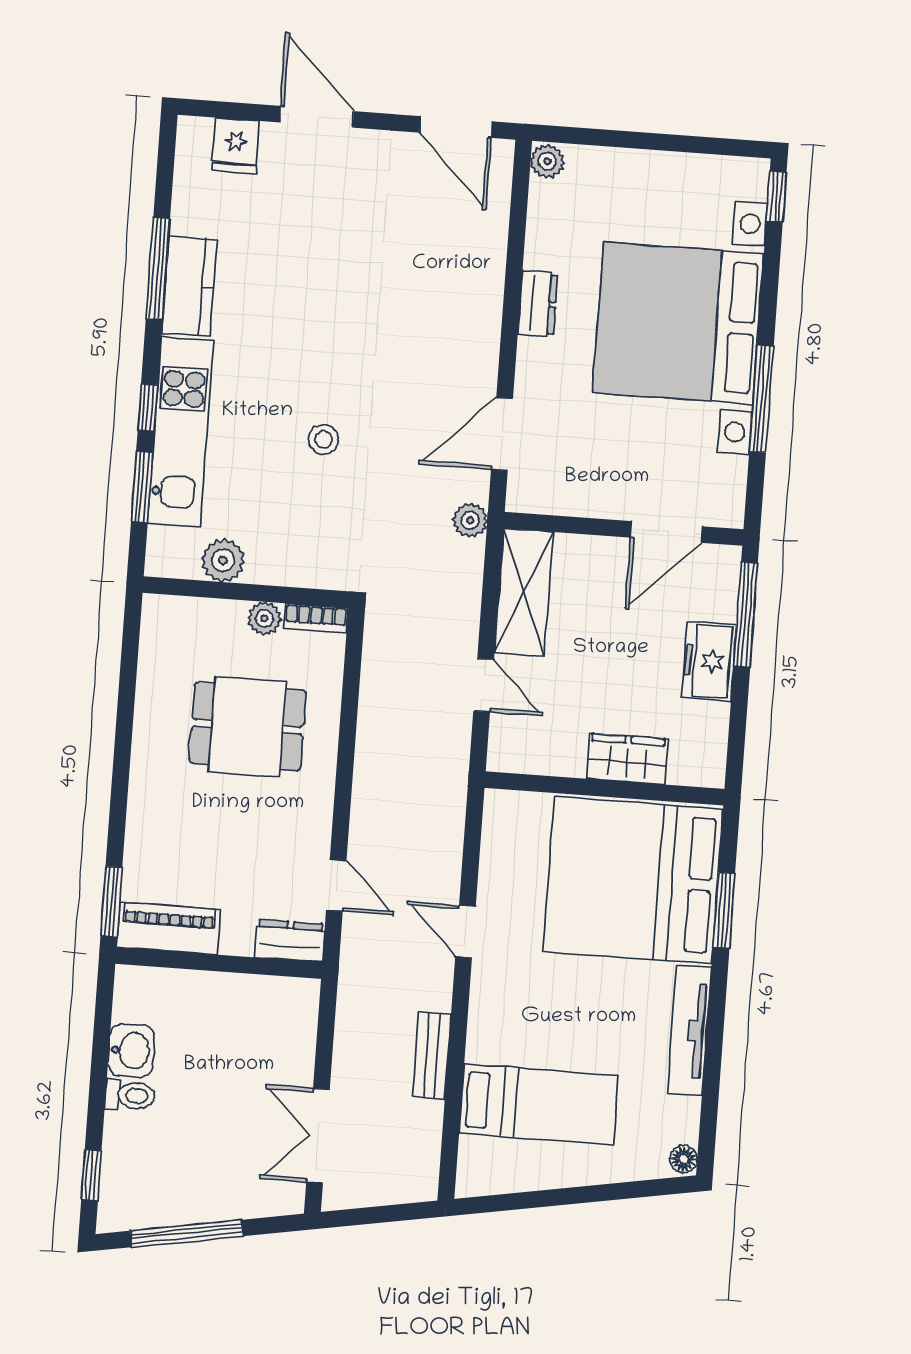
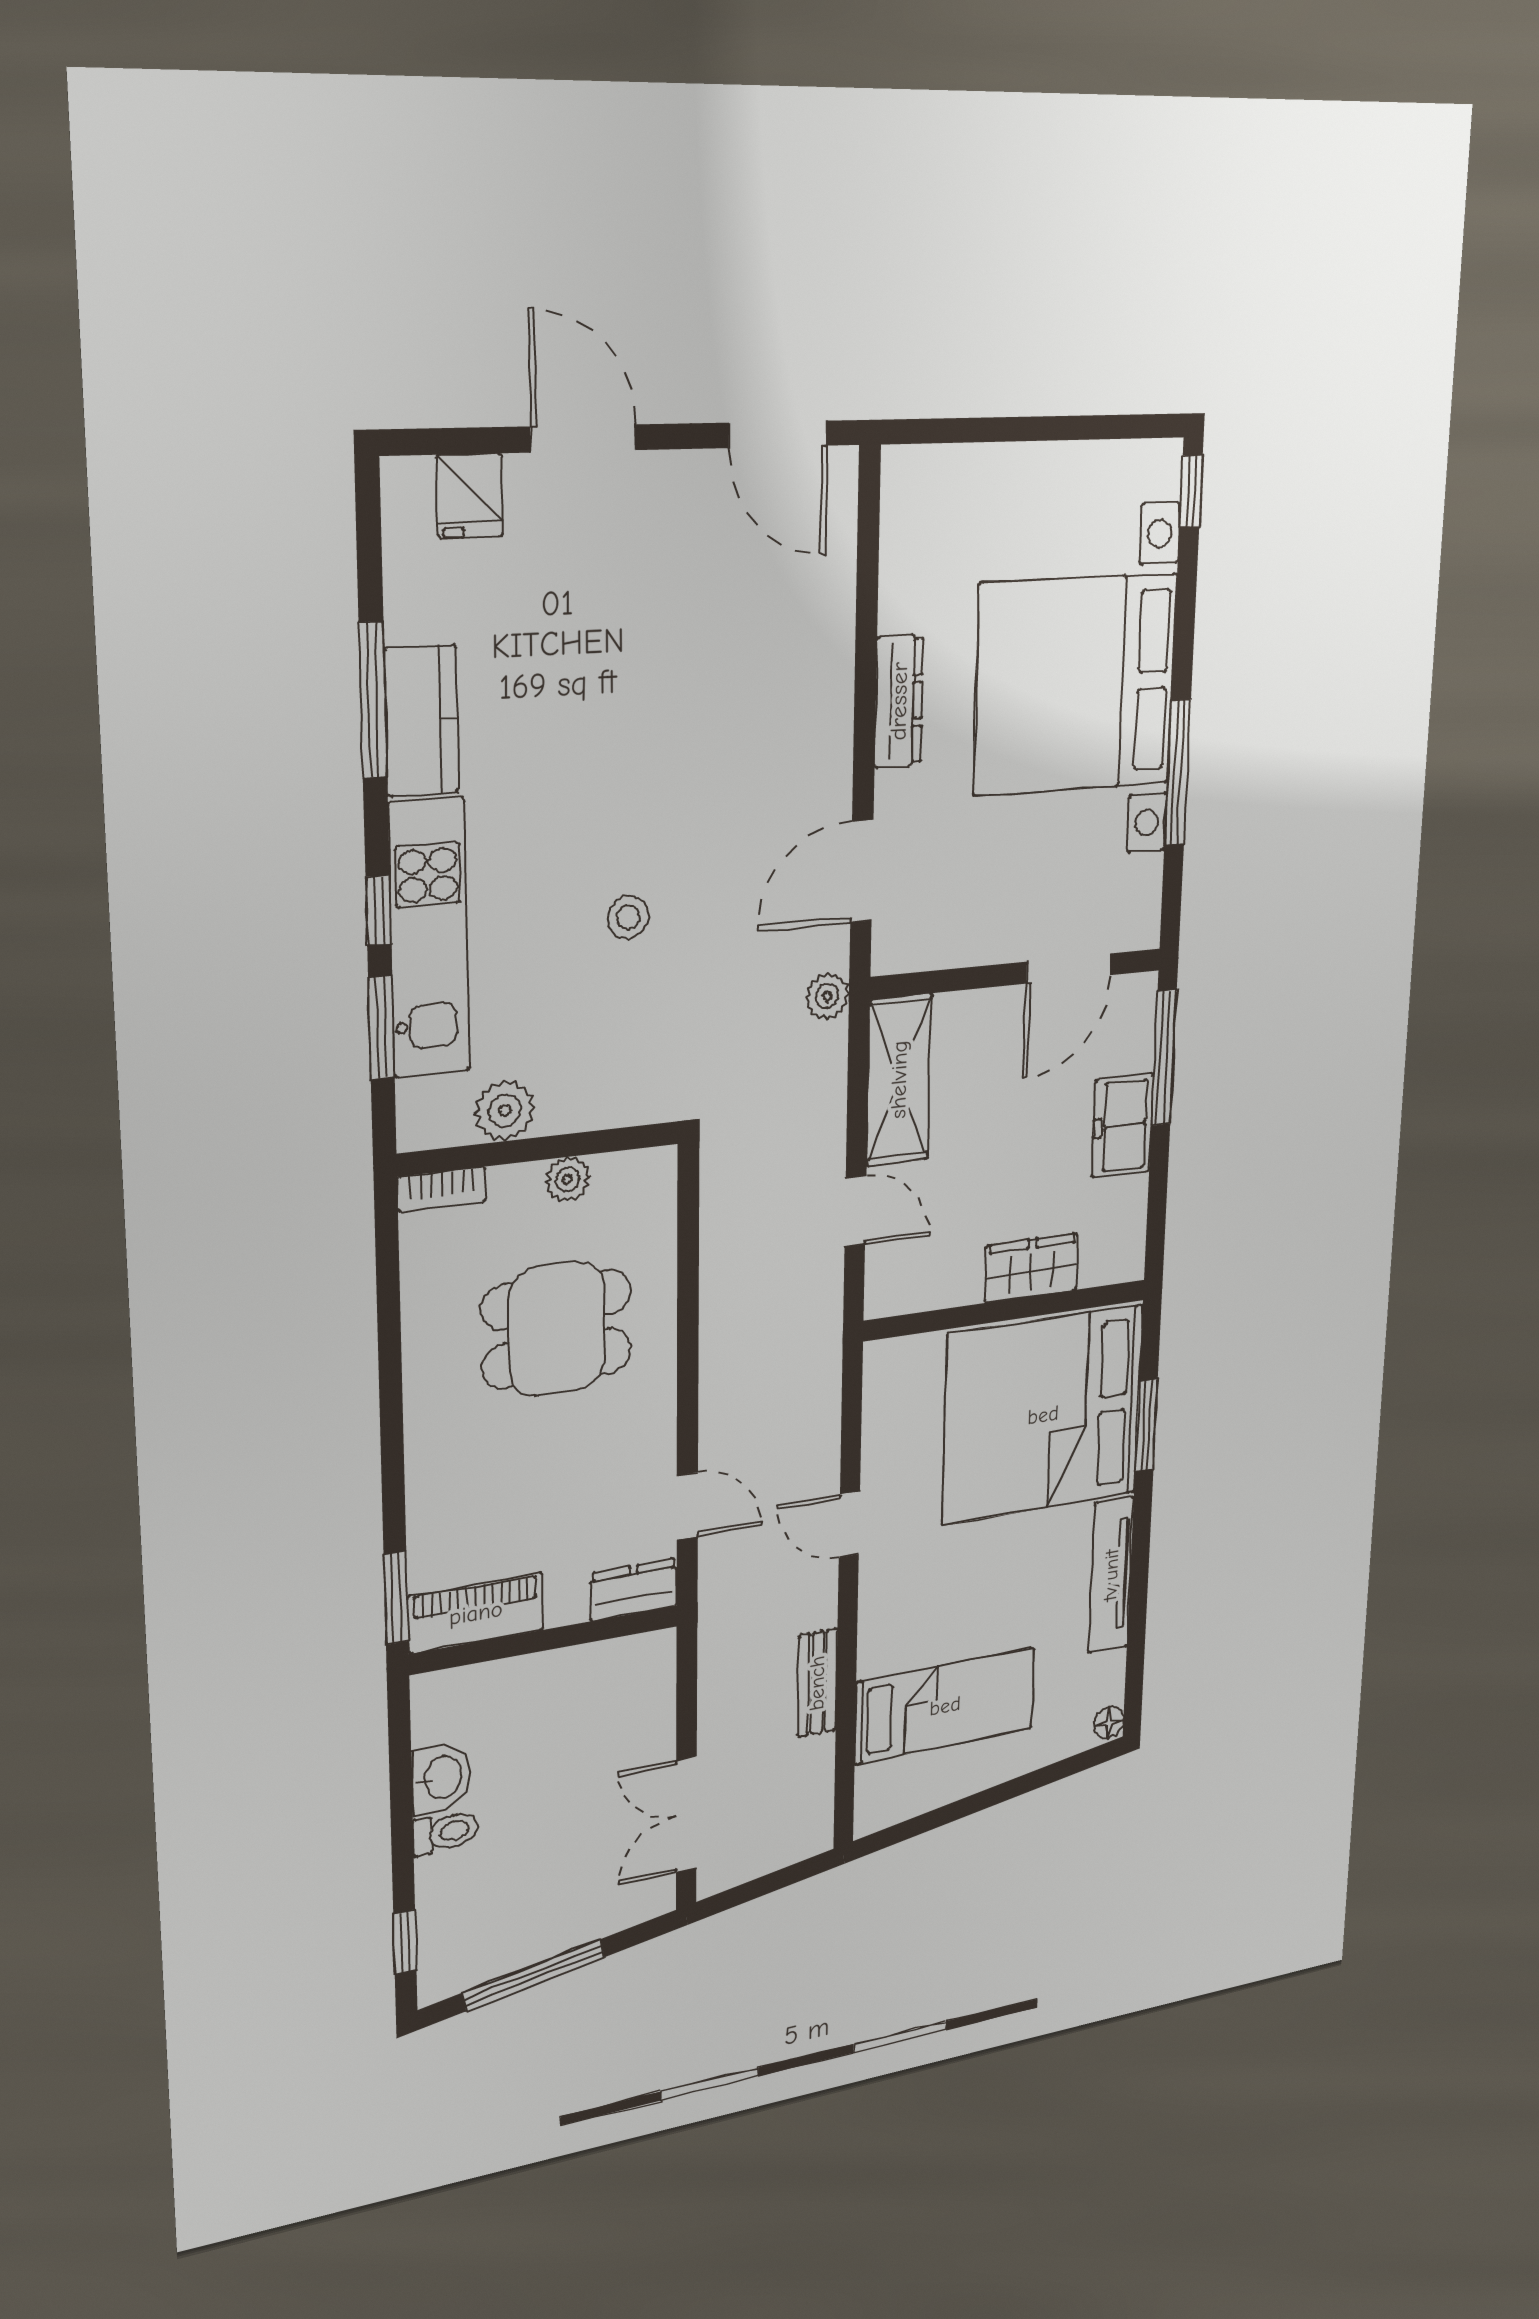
plant: (547, 161) -> (903, 473), removed
dresser: (538, 304) -> (899, 701), width x1.44
bookcase: (316, 618) -> (442, 1189), moved

